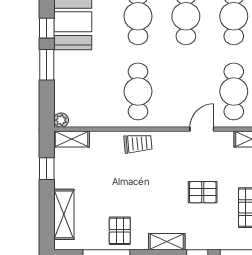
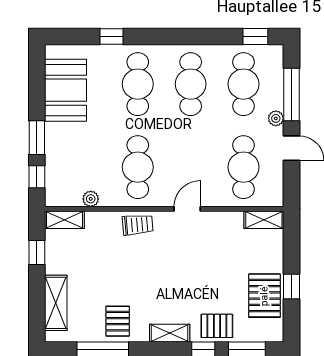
window: (47, 28) -> (37, 177), moved
plant: (61, 120) -> (91, 199), moved
door: (202, 129) -> (187, 209), moved
pallet: (203, 192) -> (217, 326), moved

